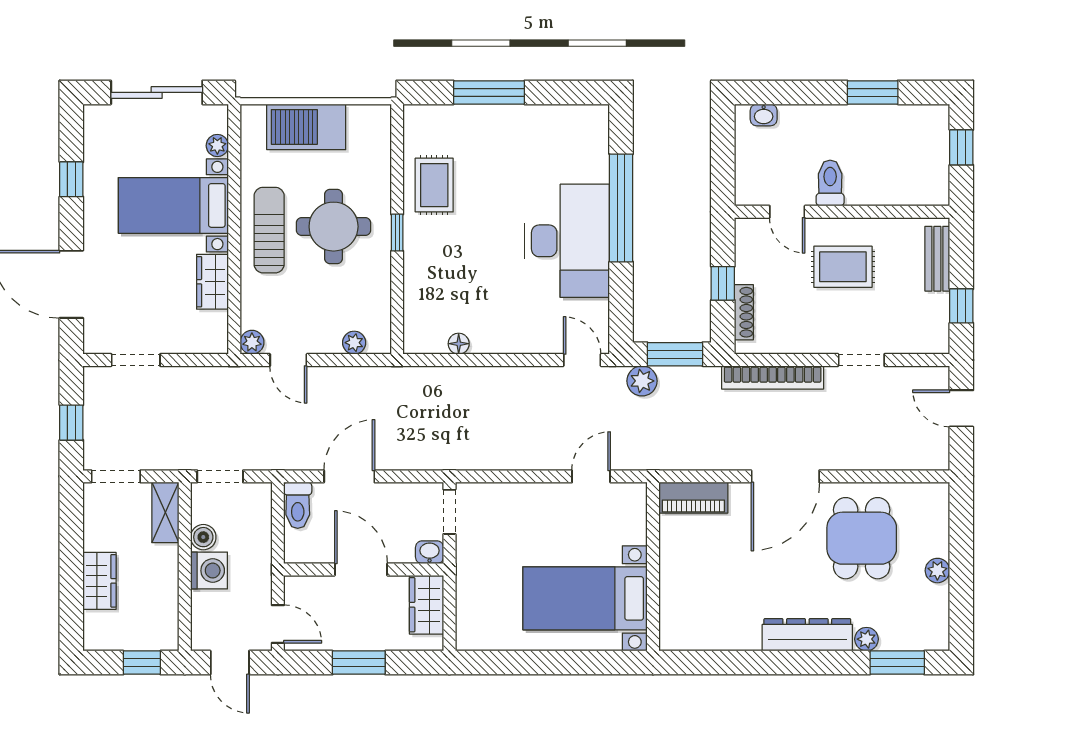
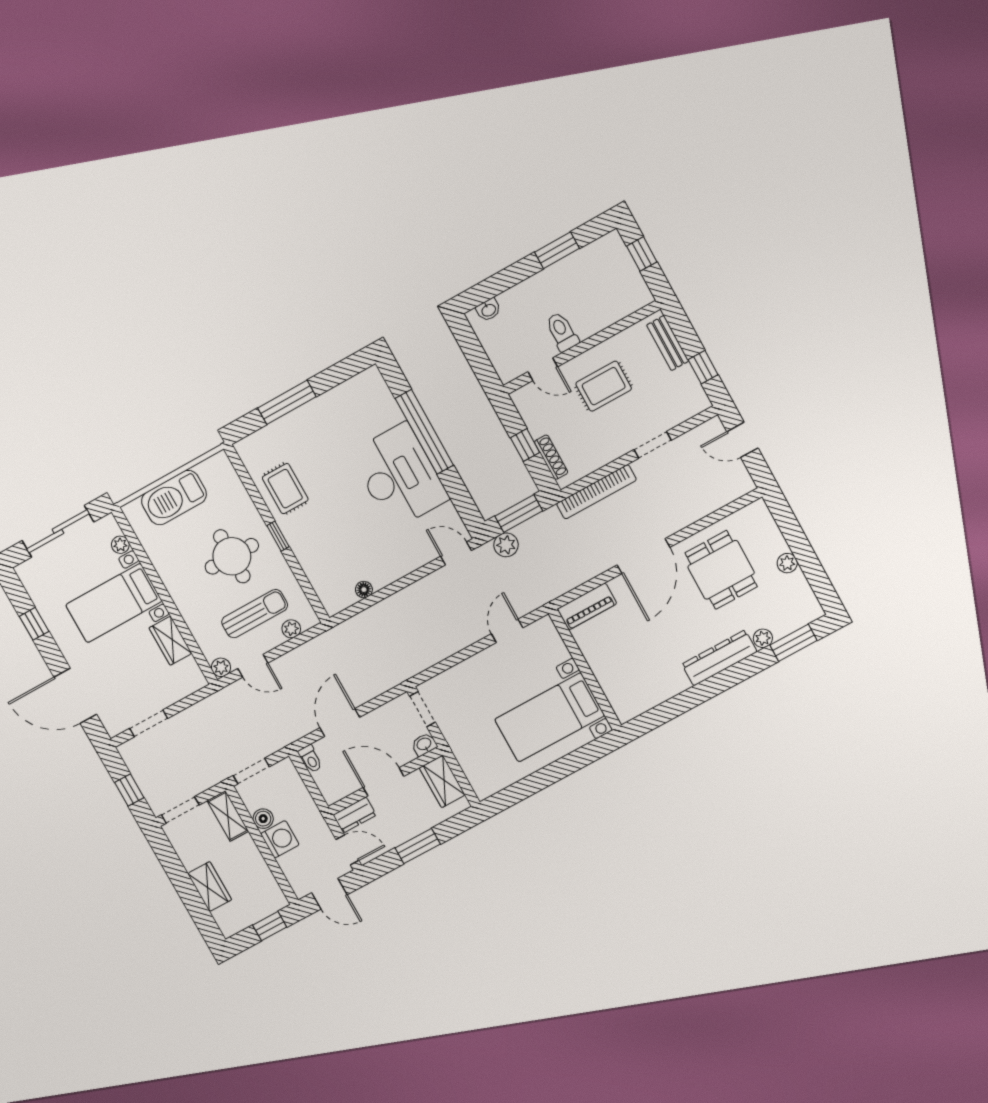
sun lounger: (269, 230) -> (255, 614), moved, turned 90
toilet: (298, 505) -> (310, 759), width x0.73, depth x0.72
dresser: (308, 589) -> (355, 815), added

